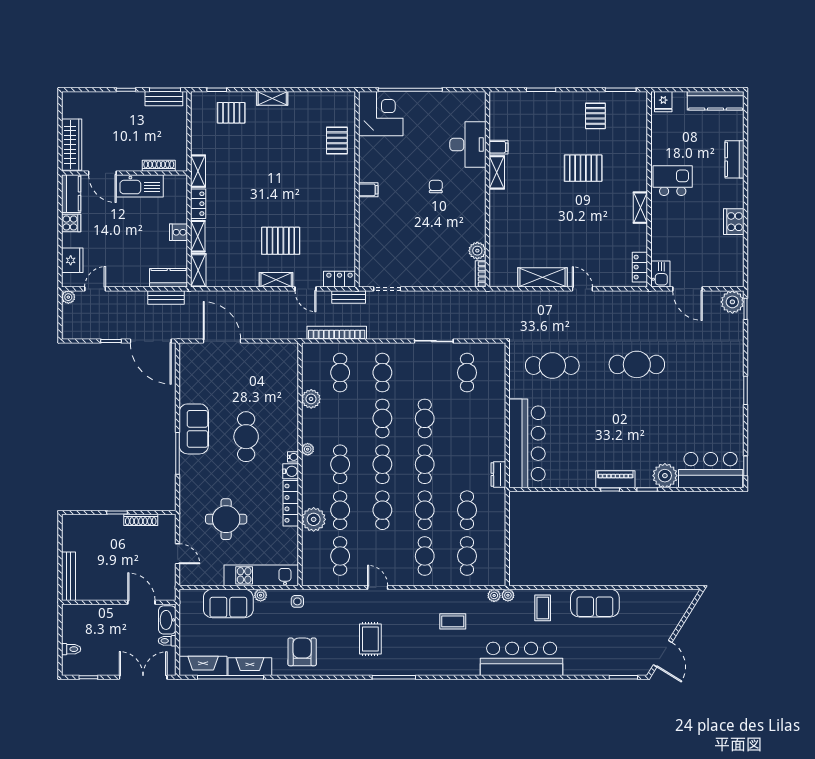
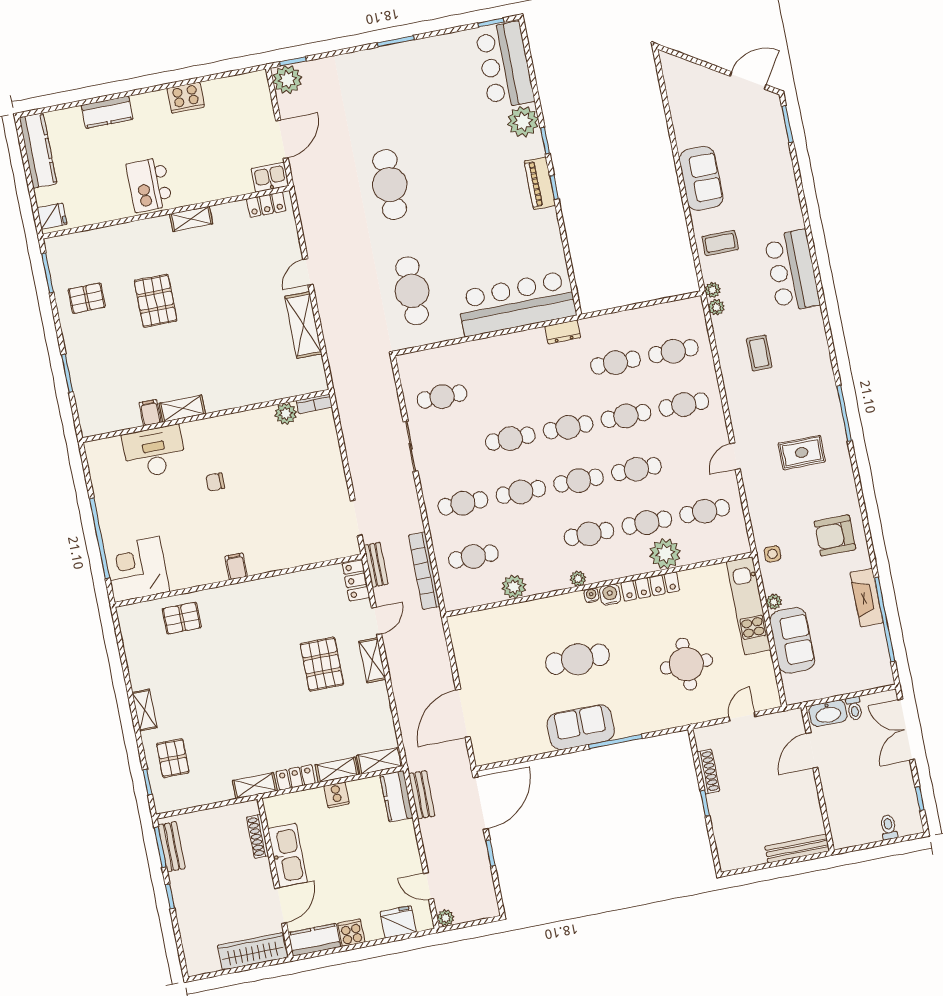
bar counter: (522, 659) -> (792, 271), width x0.73
fireplace: (203, 666) -> (877, 657), removed

